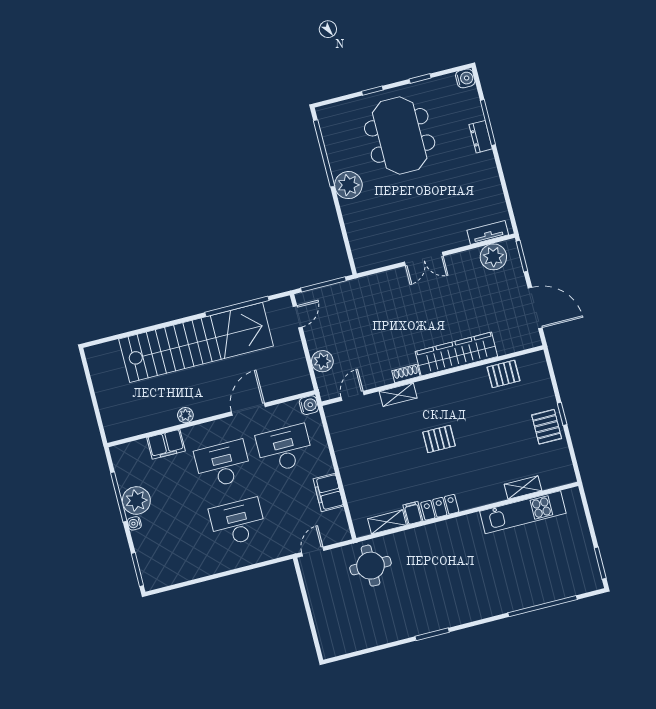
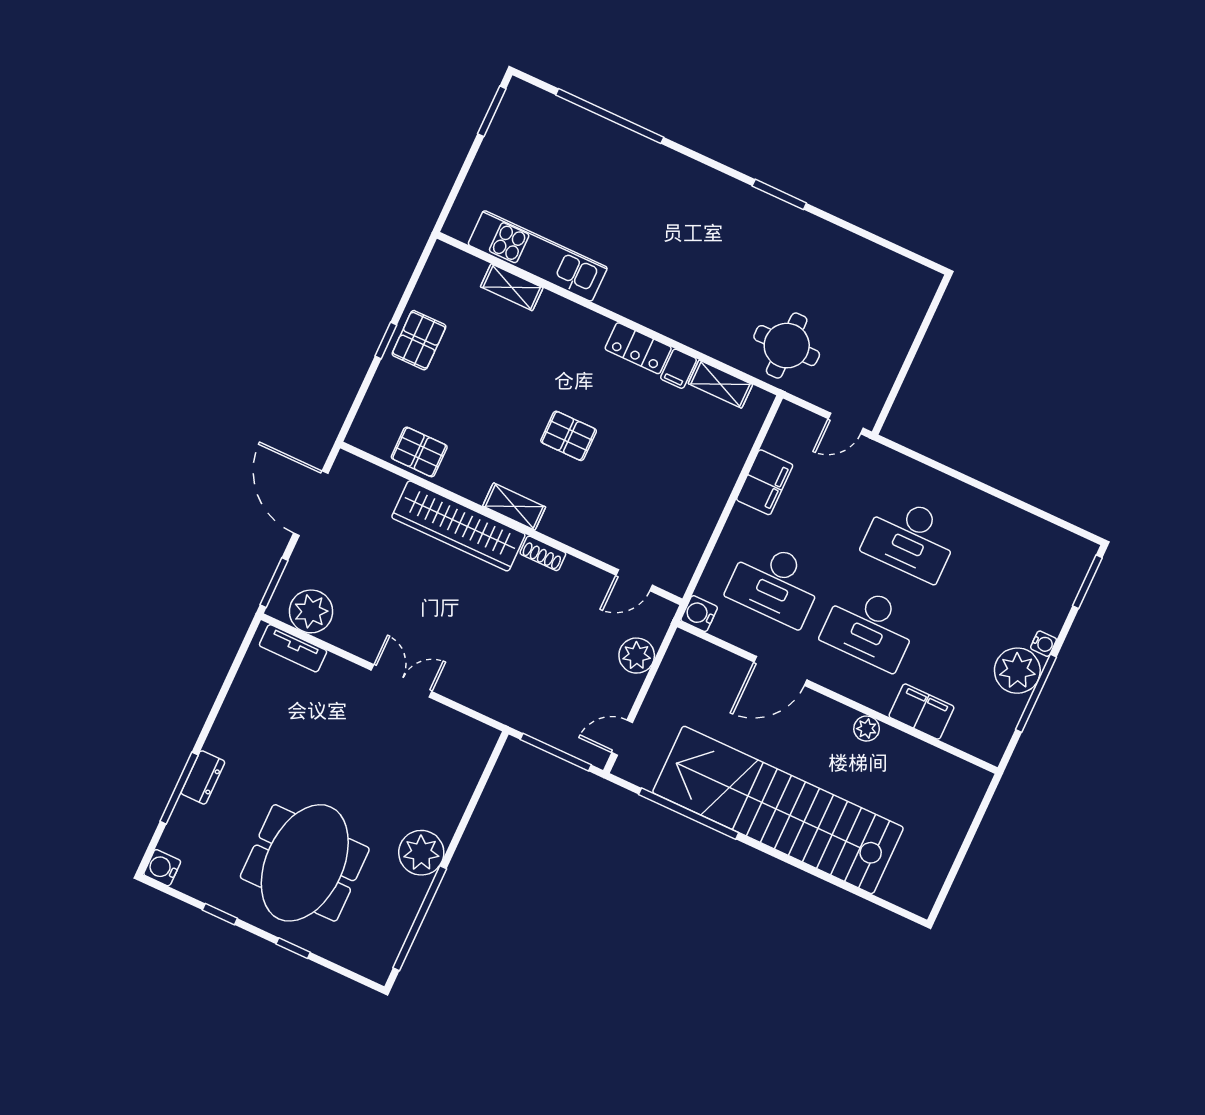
shelving: (398, 395) -> (514, 507), moved

